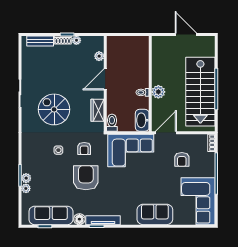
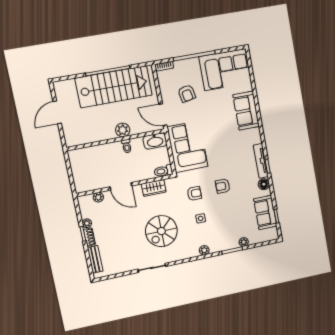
armchair: (182, 159) -> (187, 93), turned 79
plant: (26, 178) -> (204, 250), moved
armchair: (86, 178) -> (223, 186), width x0.53, depth x0.53
sofa: (51, 215) -> (265, 212), width x0.73

